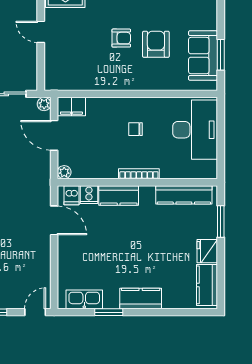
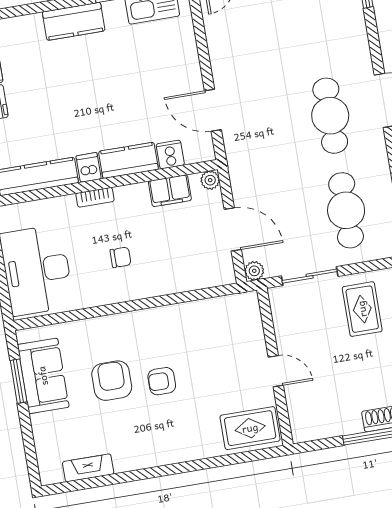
armchair: (156, 44) -> (112, 381), turned 180
filing cabinet: (71, 107) -> (170, 191), moved, turned 180
bookcase: (139, 174) -> (95, 197), width x0.64
dishwasher: (72, 195) -> (89, 167), moved

